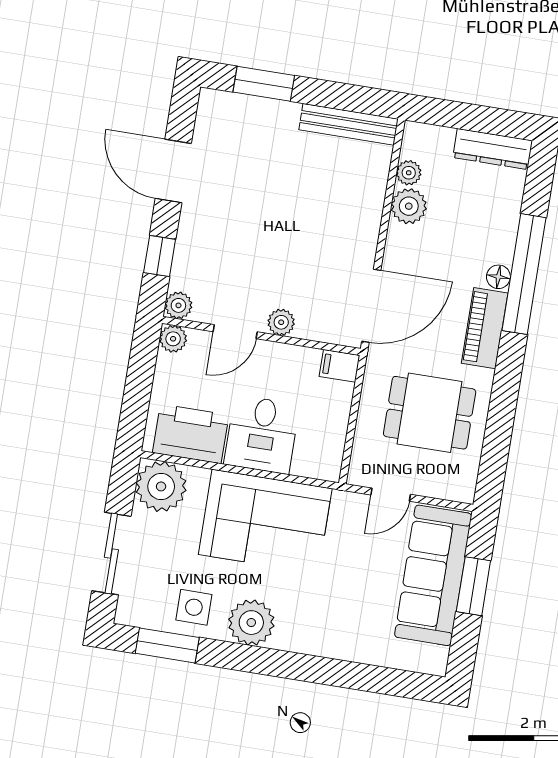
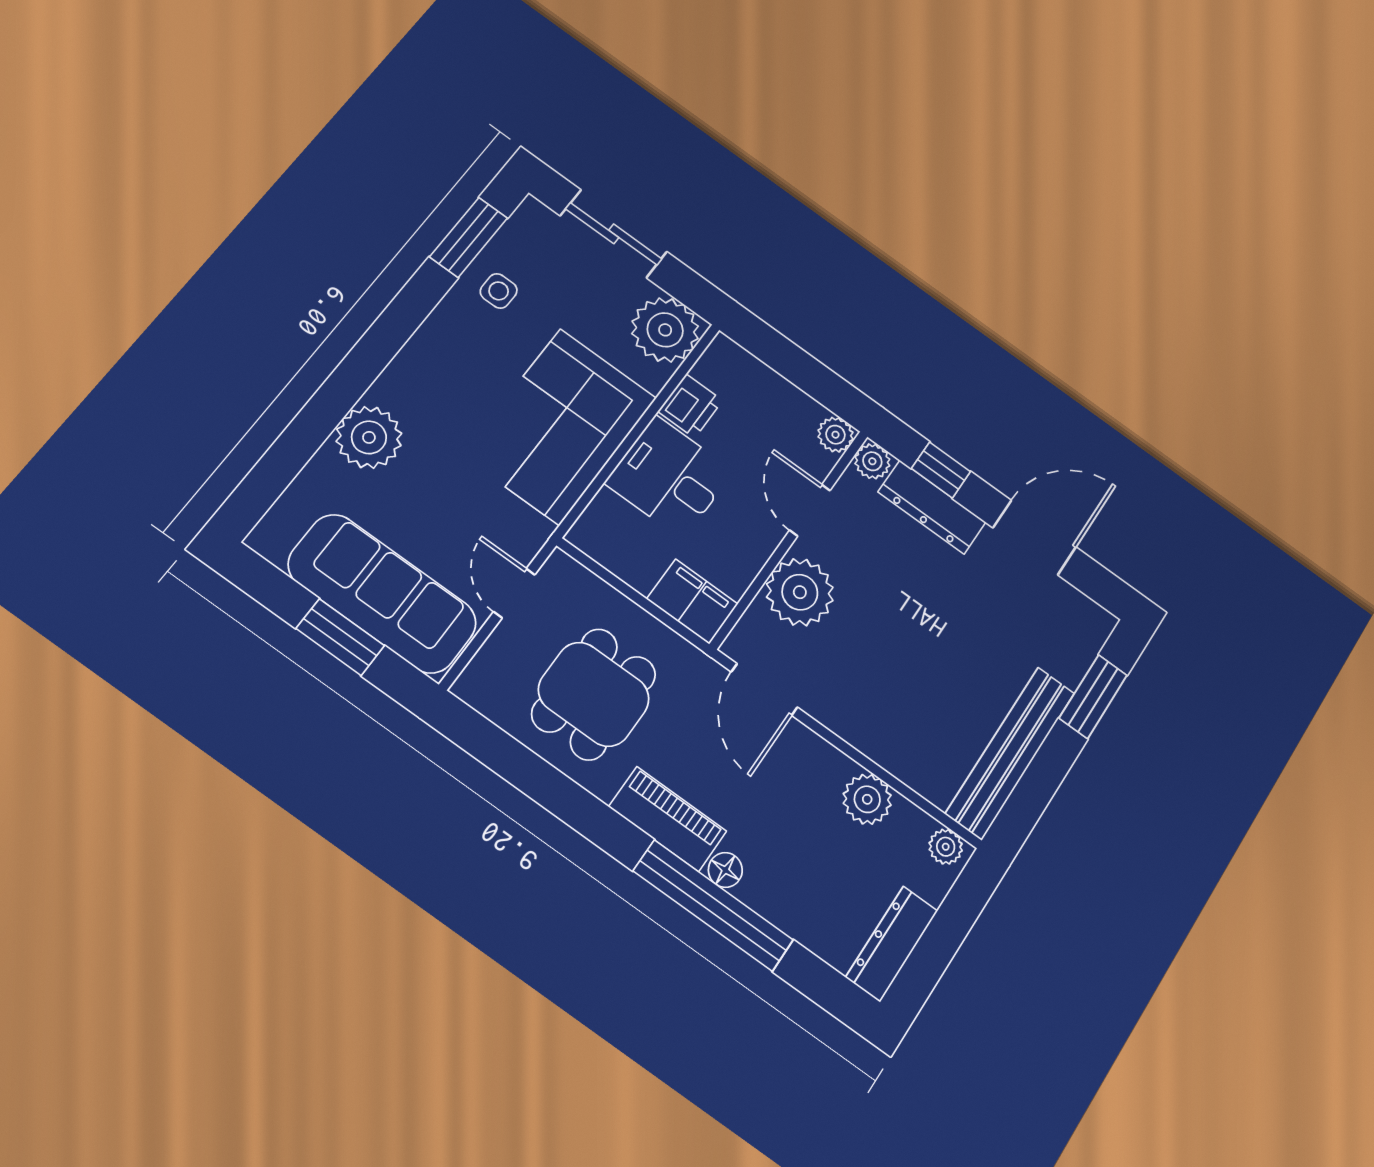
bench: (349, 124) -> (1010, 753), width x1.37, depth x1.21
plant: (409, 173) -> (946, 847), moved
dresser: (189, 251) -> (932, 507), added
door: (371, 306) -> (764, 690), width x0.73
plant: (281, 322) -> (800, 592), width x1.87, depth x1.87
filing cabinet: (340, 366) -> (692, 601), width x2.00
printer: (191, 434) -> (690, 406), width x0.53, depth x0.68
side table: (194, 607) -> (499, 291), width x0.73, depth x0.73
plant: (251, 623) -> (369, 437), moved

